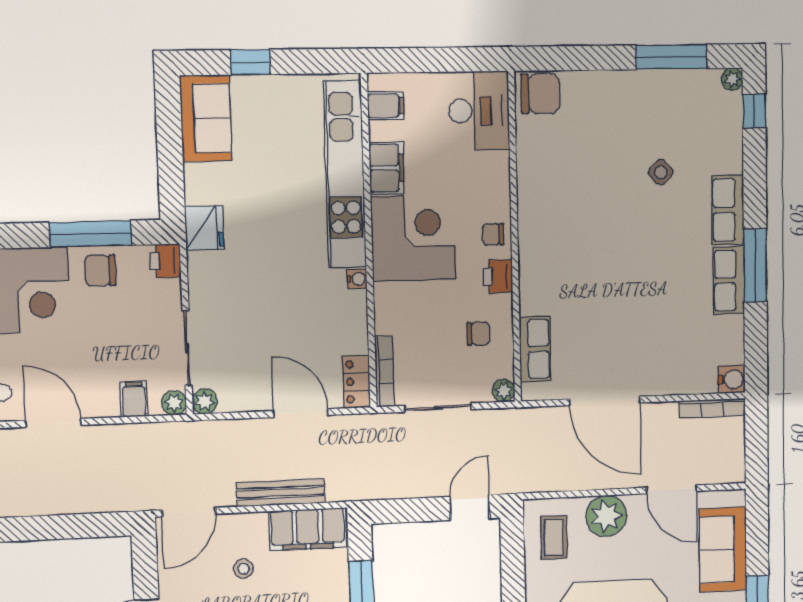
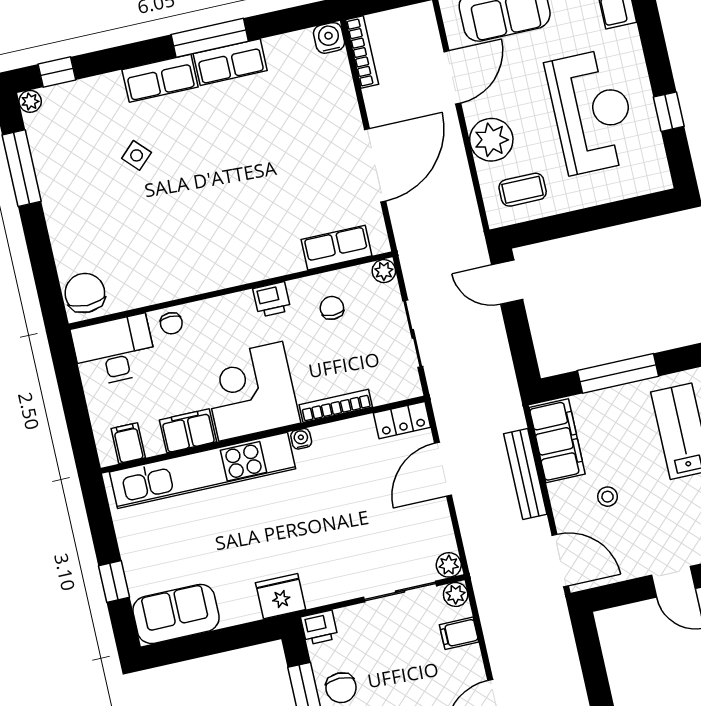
chair: (493, 234) -> (171, 323), moved
bookcase: (384, 371) -> (336, 406), moved

